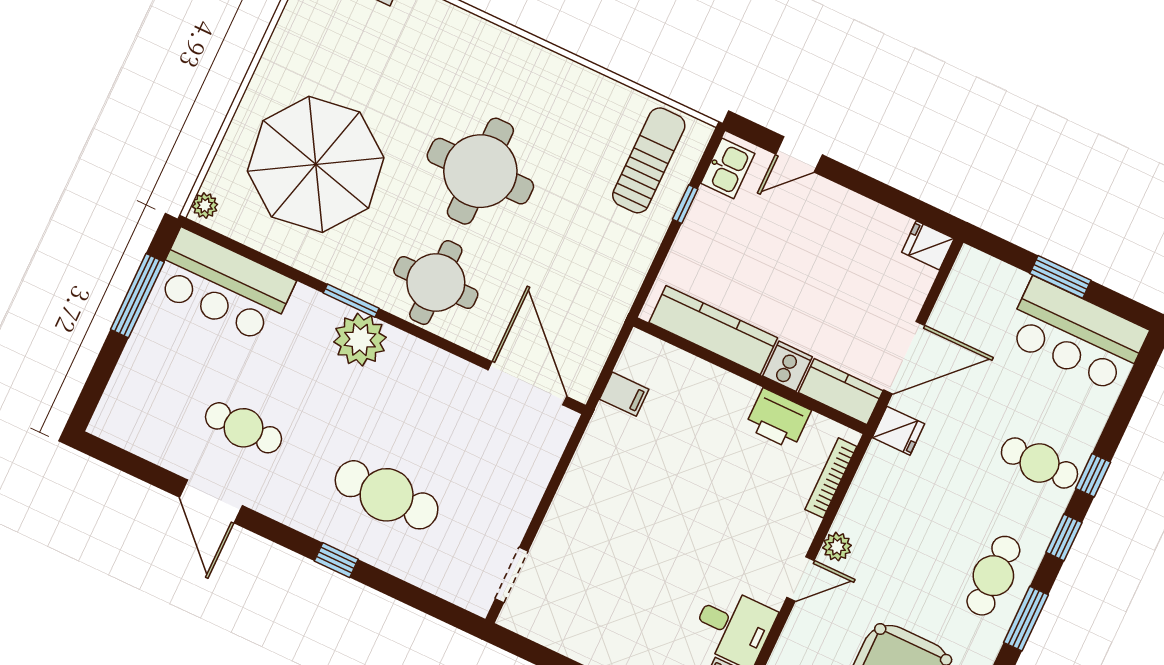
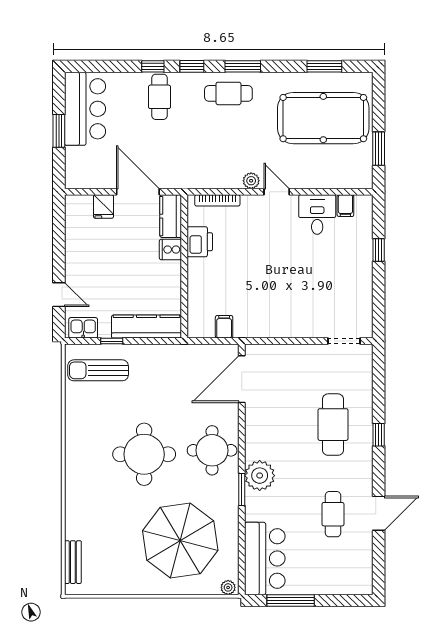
fridge: (928, 245) -> (103, 206), moved
kitchen counter: (713, 330) -> (147, 327), moved, turned 90
fridge: (898, 431) -> (177, 177), removed

